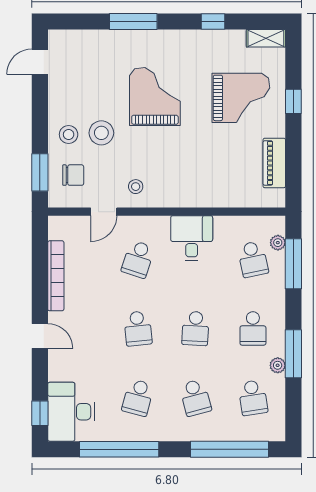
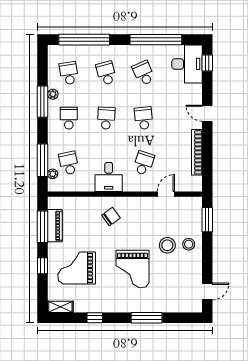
window: (293, 161) -> (43, 227), added
chair: (73, 175) -> (111, 217), moved, turned 144
stool: (136, 187) -> (145, 210), removed
school desk: (138, 398) -> (144, 73), turned -39

